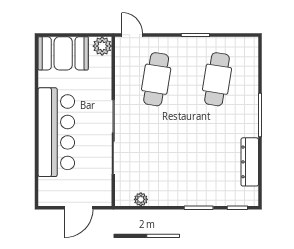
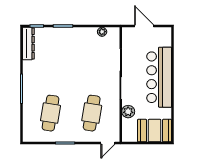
door: (132, 35) -> (108, 143), hinge flipped
plant: (102, 46) -> (128, 112), moved
dresser: (250, 162) -> (28, 44), moved
door: (79, 208) -> (144, 26), hinge flipped

